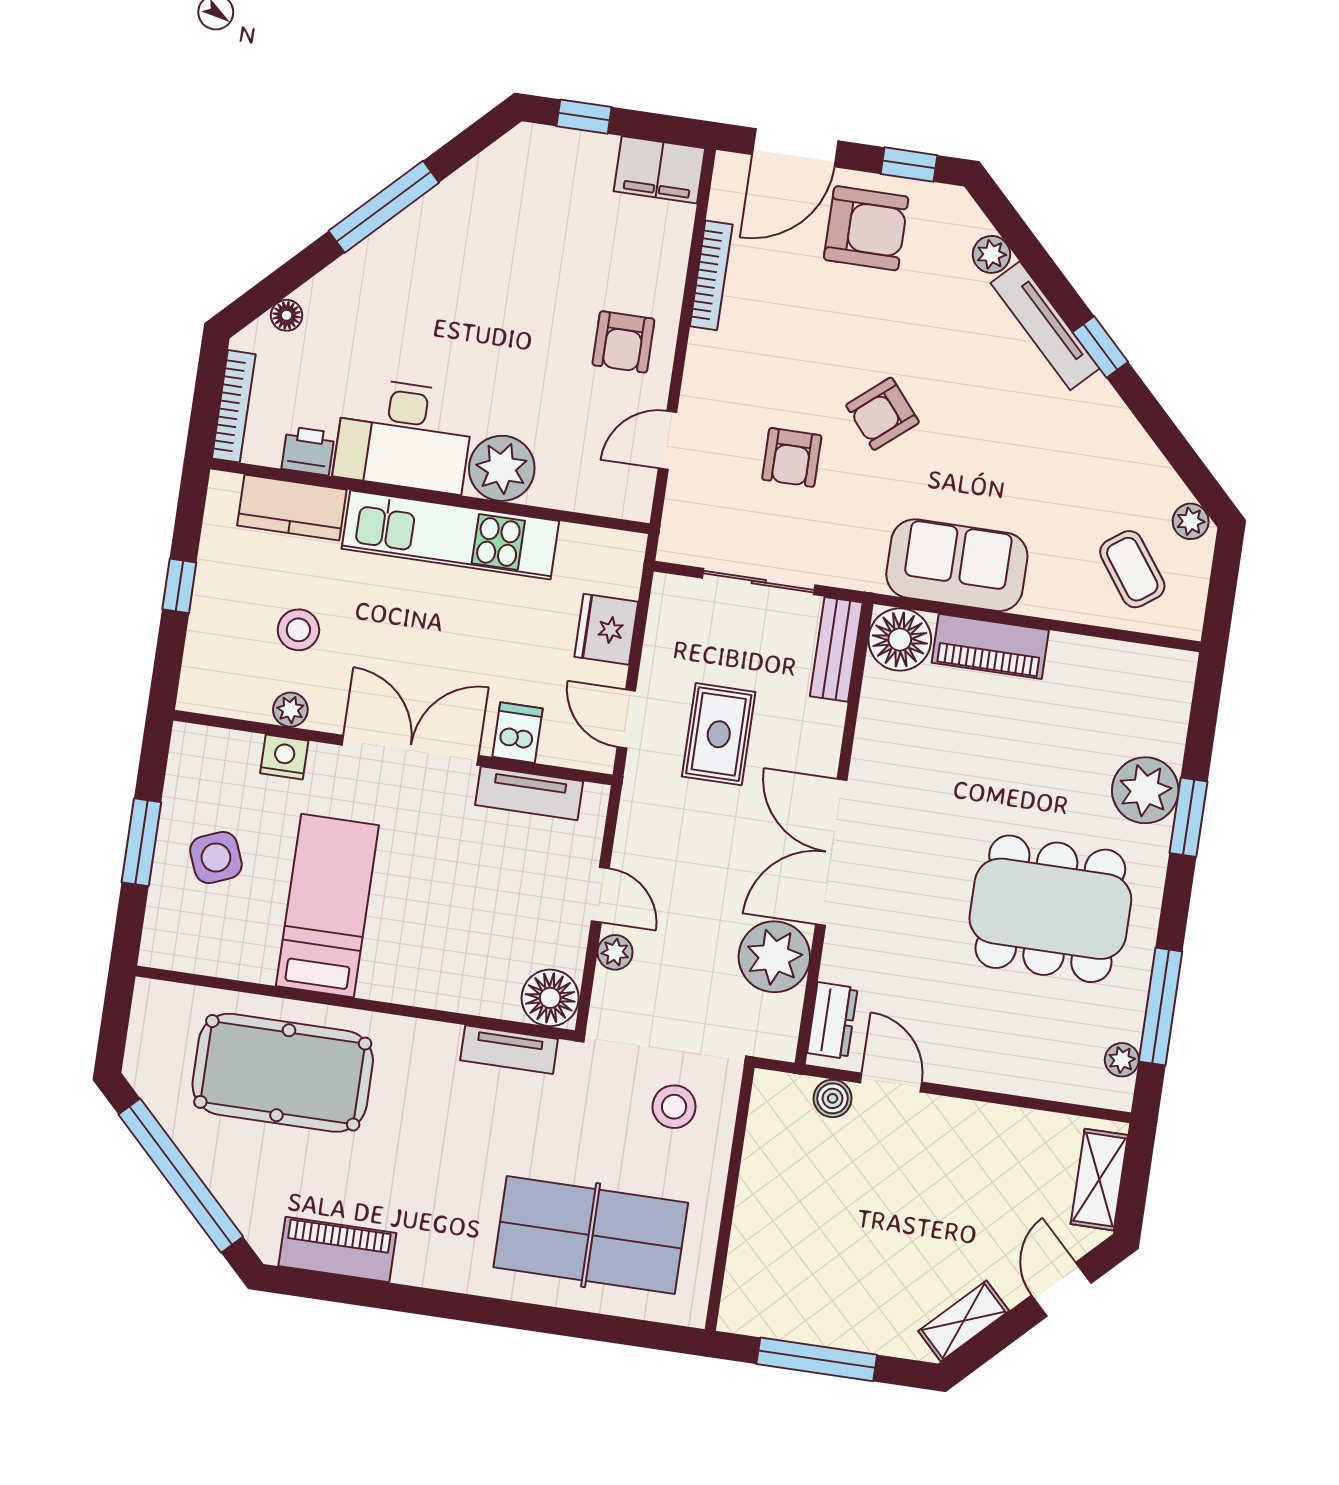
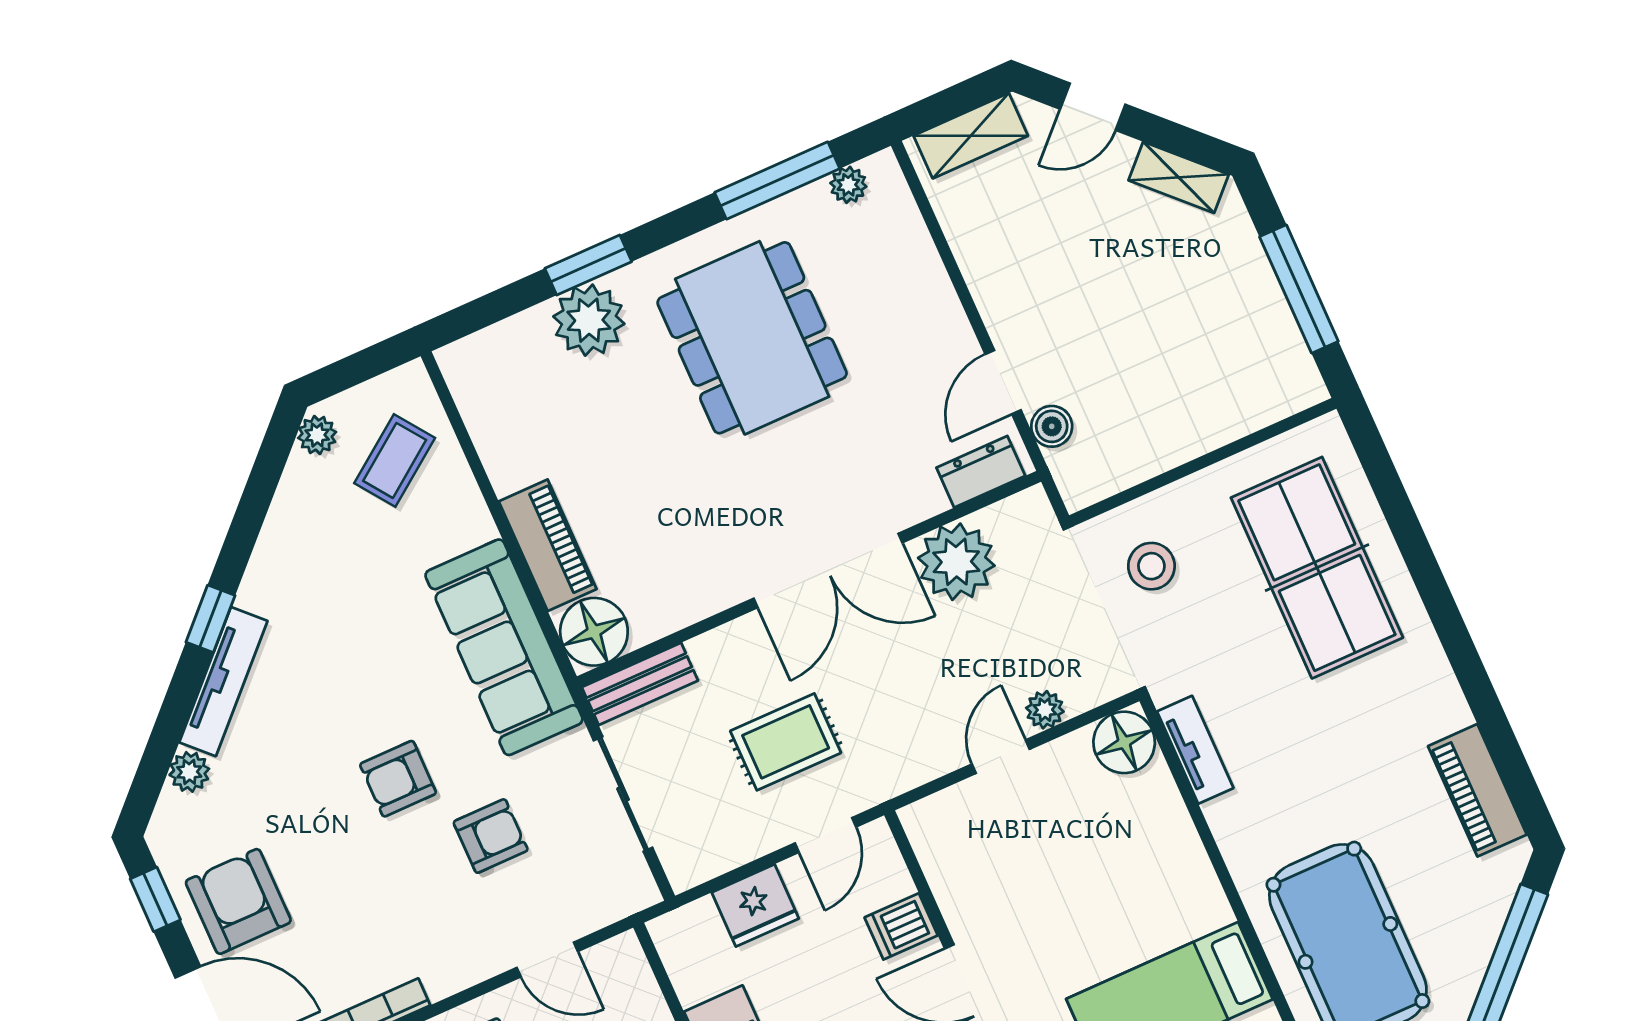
armchair: (883, 414) -> (398, 779), turned 130
sofa: (957, 565) -> (504, 647), width x1.36
tv unit: (529, 793) -> (950, 881), removed

